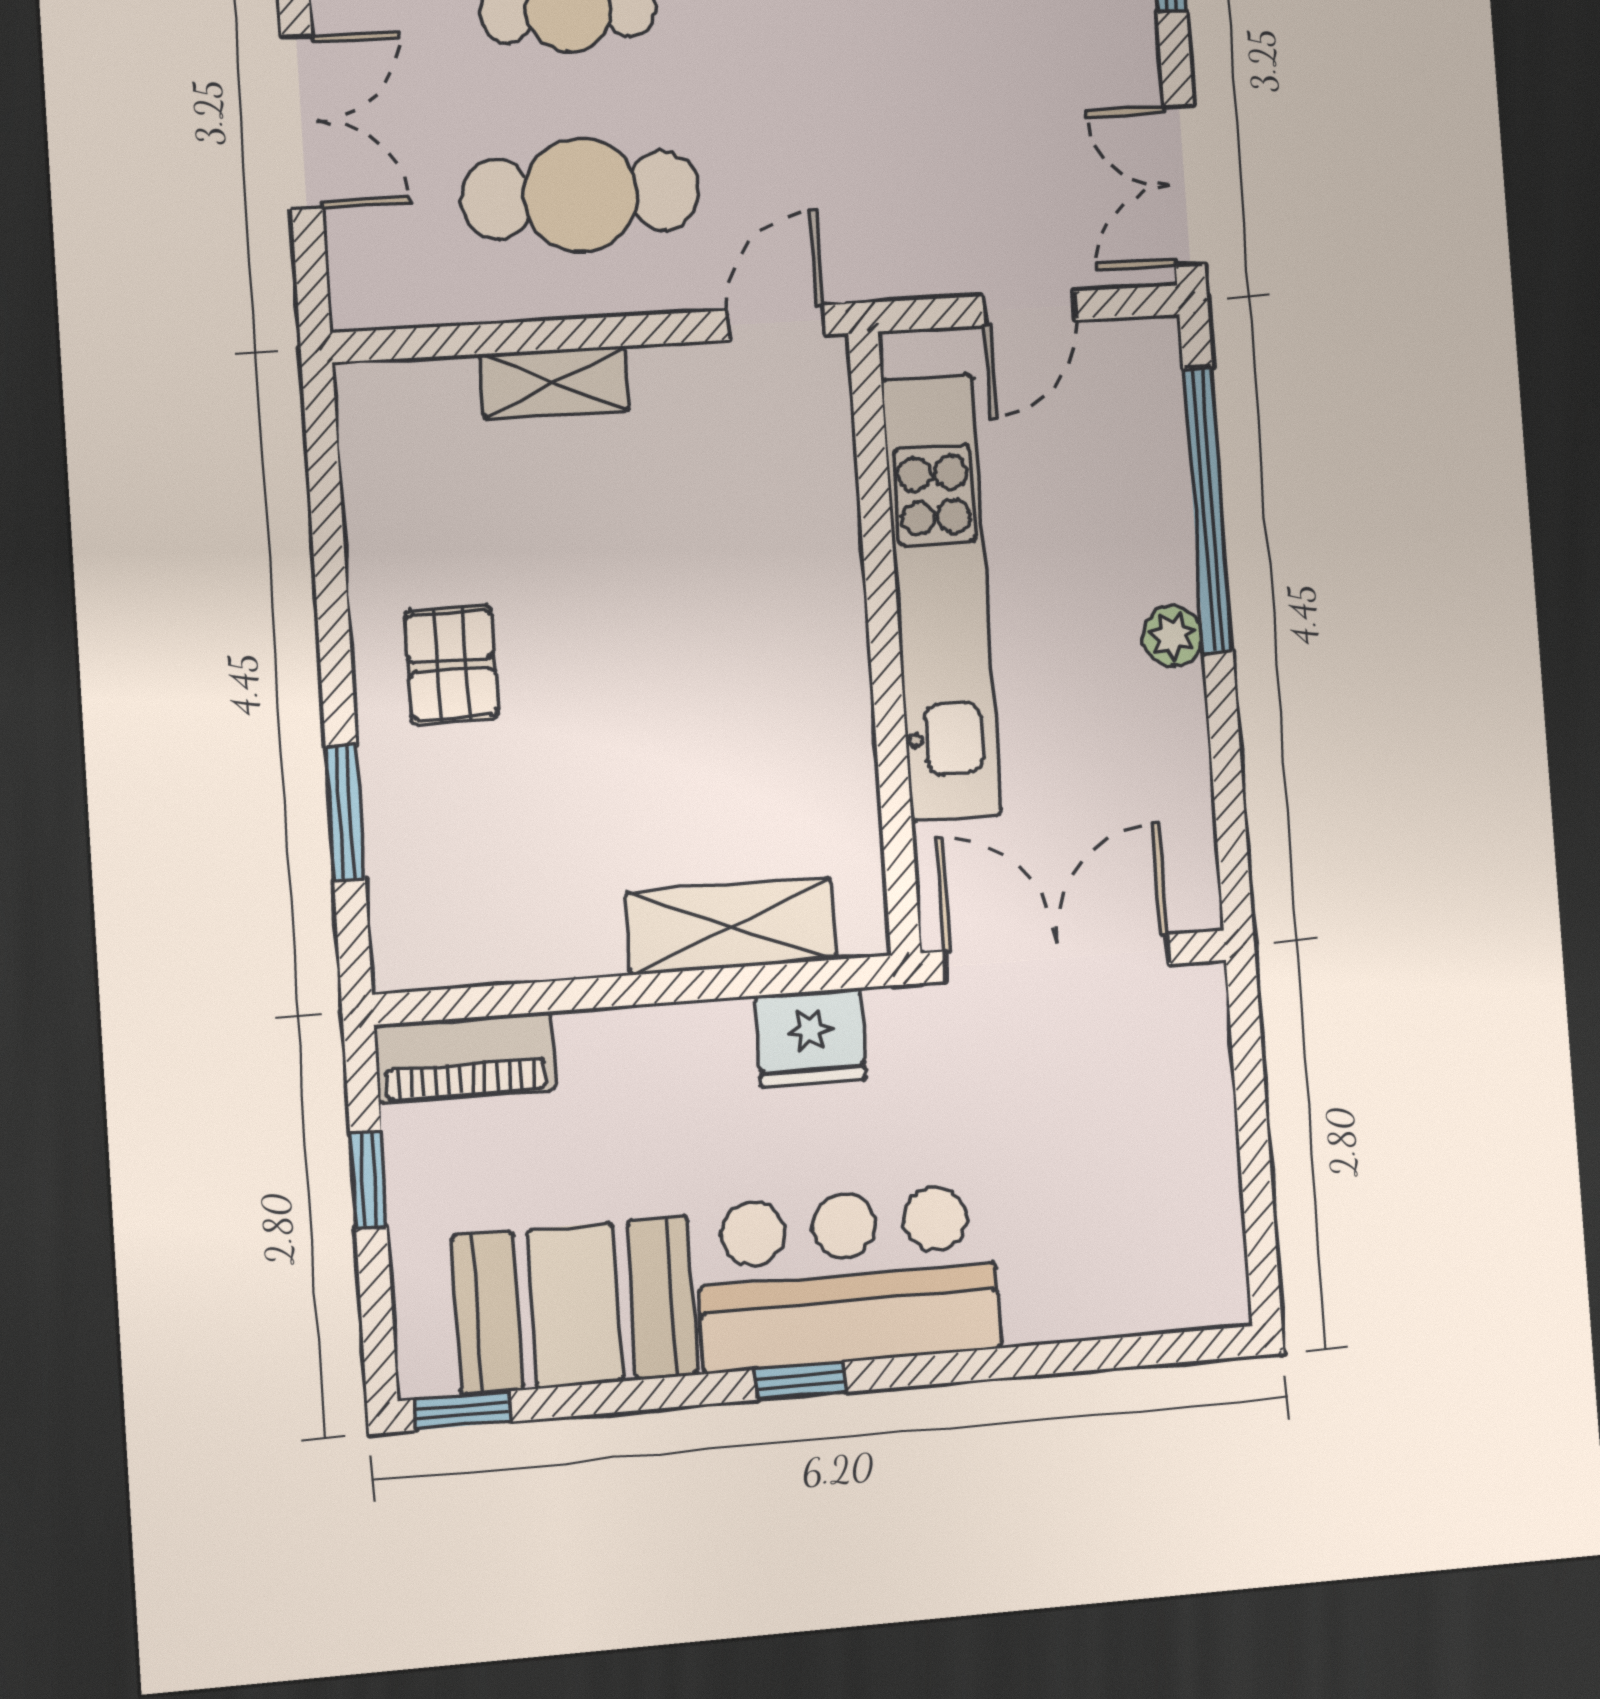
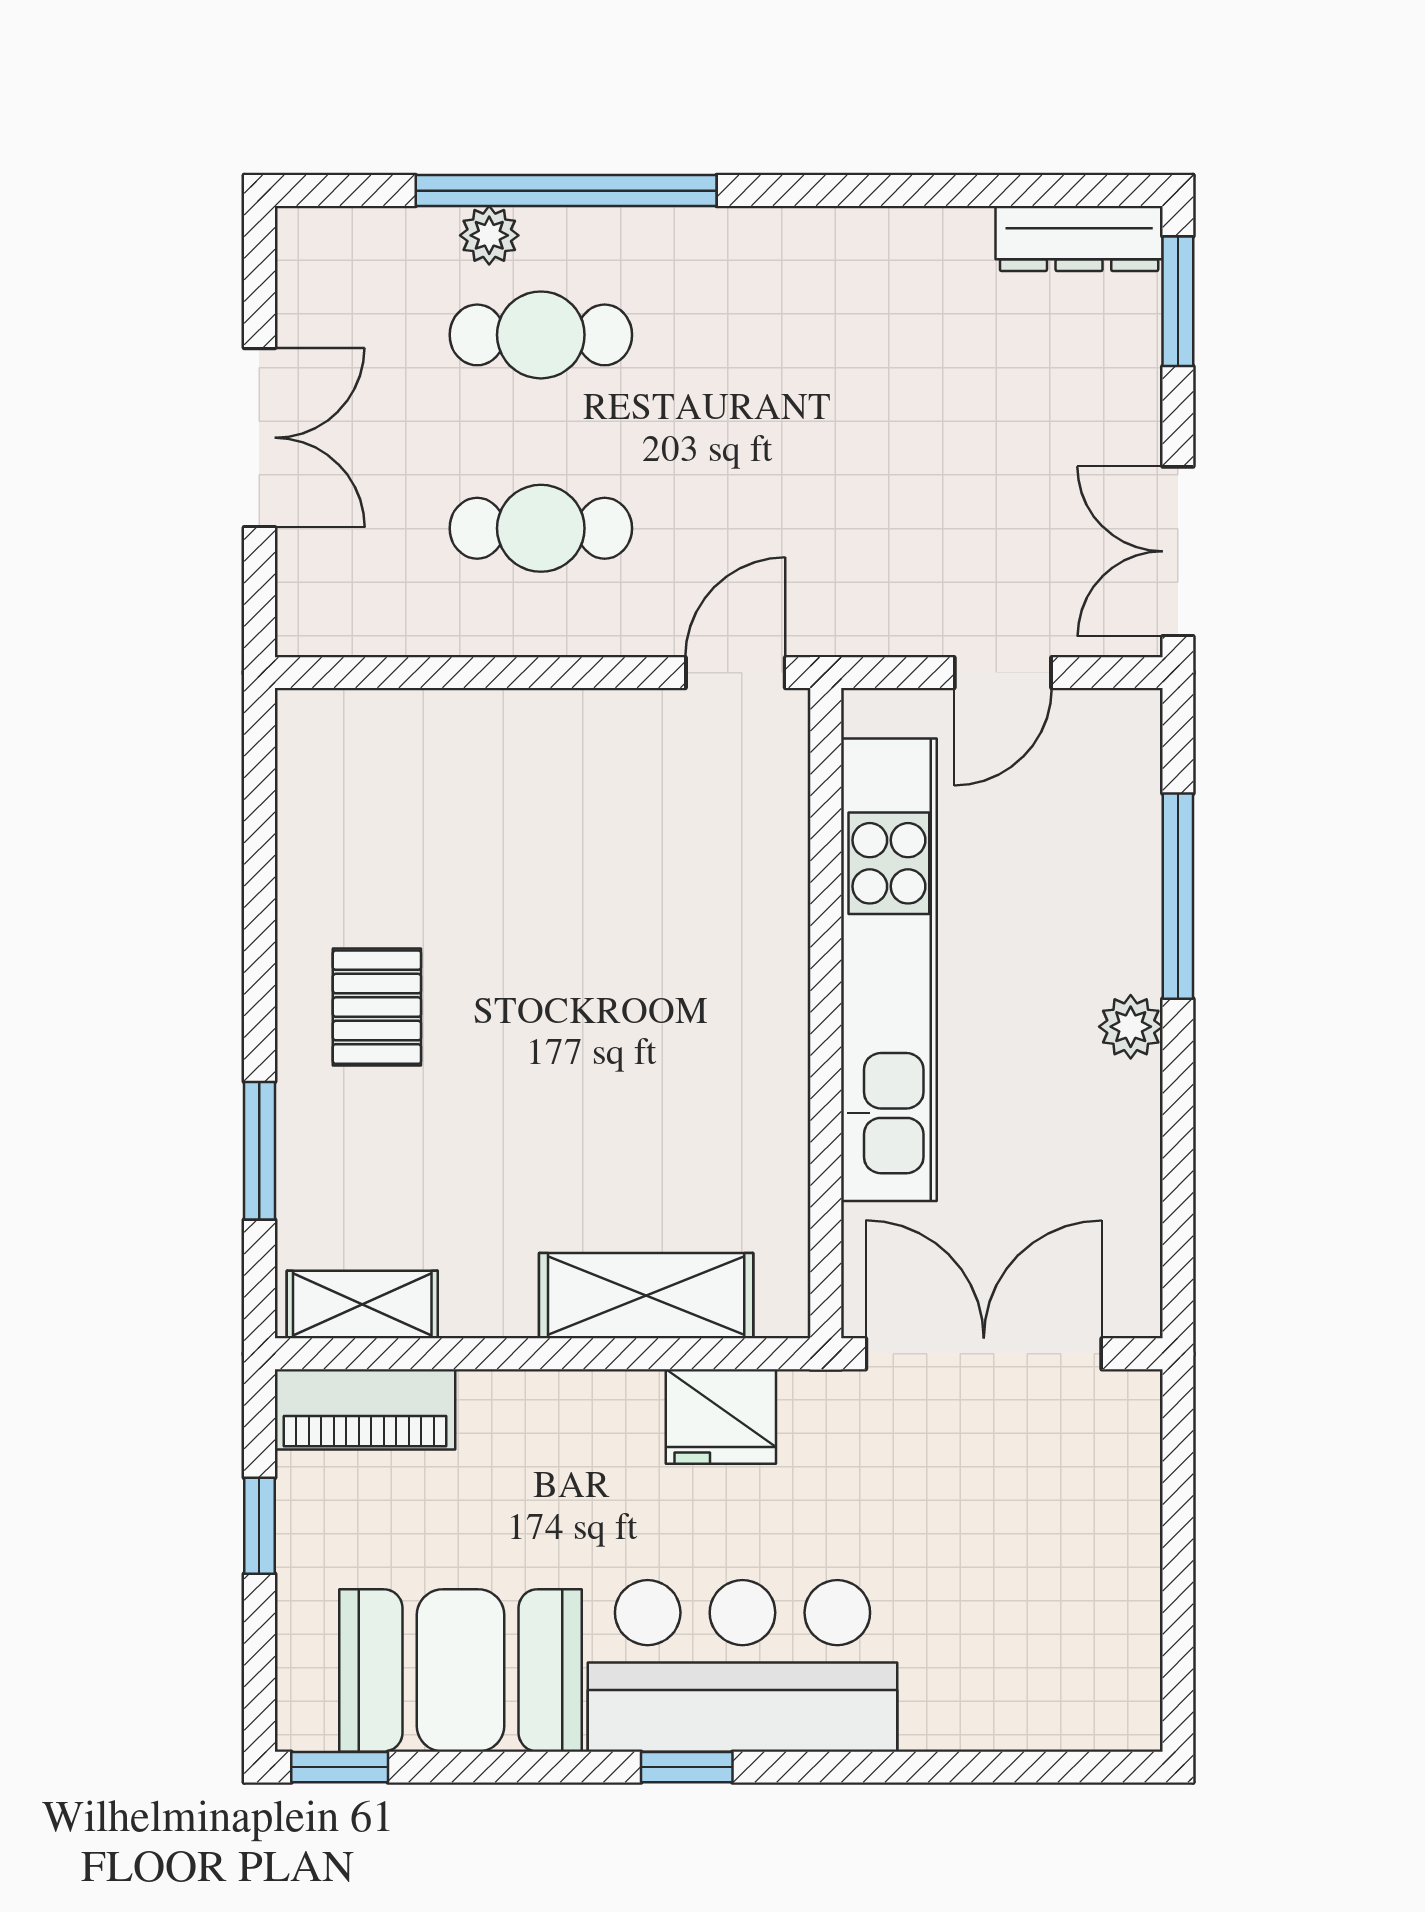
cafe table: (580, 195) -> (541, 528), width x0.73, depth x0.74
shelving: (554, 383) -> (362, 1305), moved
window: (1208, 510) -> (1178, 896), width x0.68

